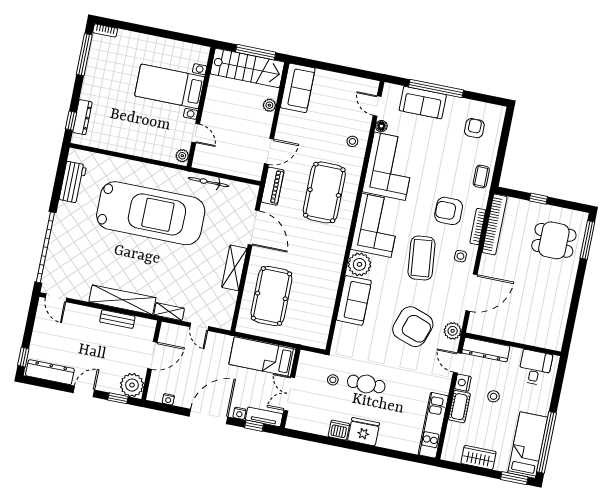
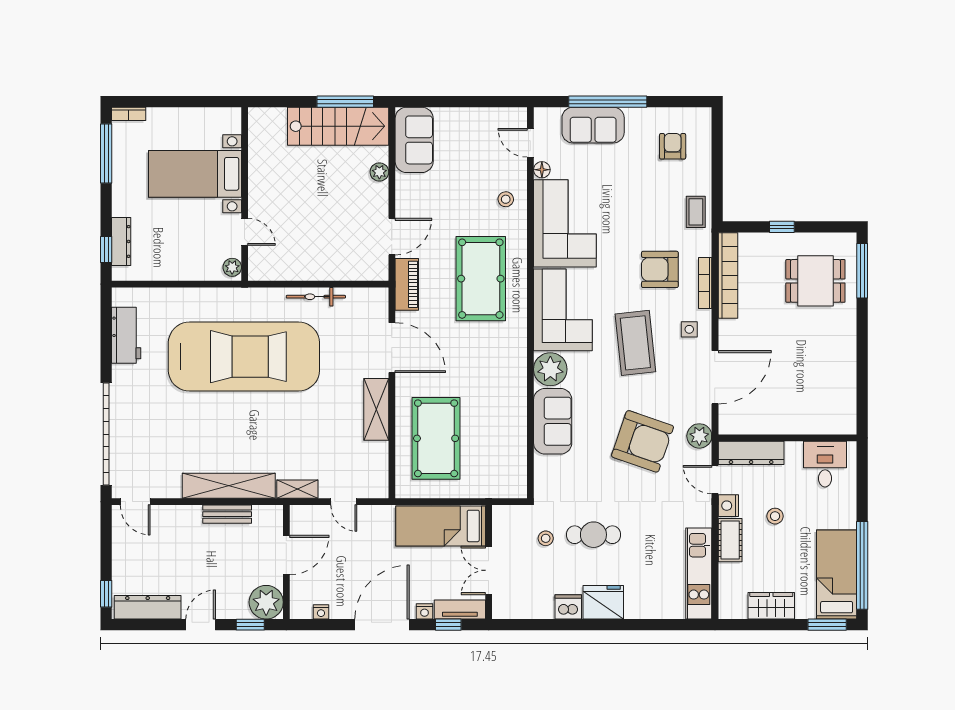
bed with nightstands: (170, 86) -> (195, 174), moved
wall: (201, 107) -> (245, 194), moved
door: (196, 133) -> (245, 232), moved
plant: (182, 156) -> (232, 267), moved

